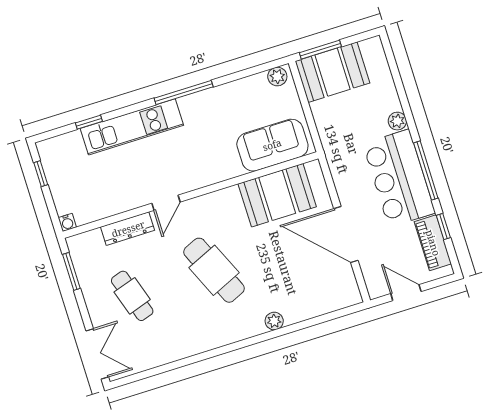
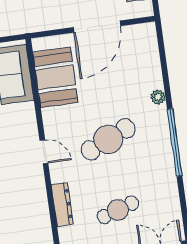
door: (166, 203) -> (44, 152), moved
window: (224, 350) -> (175, 142), added

